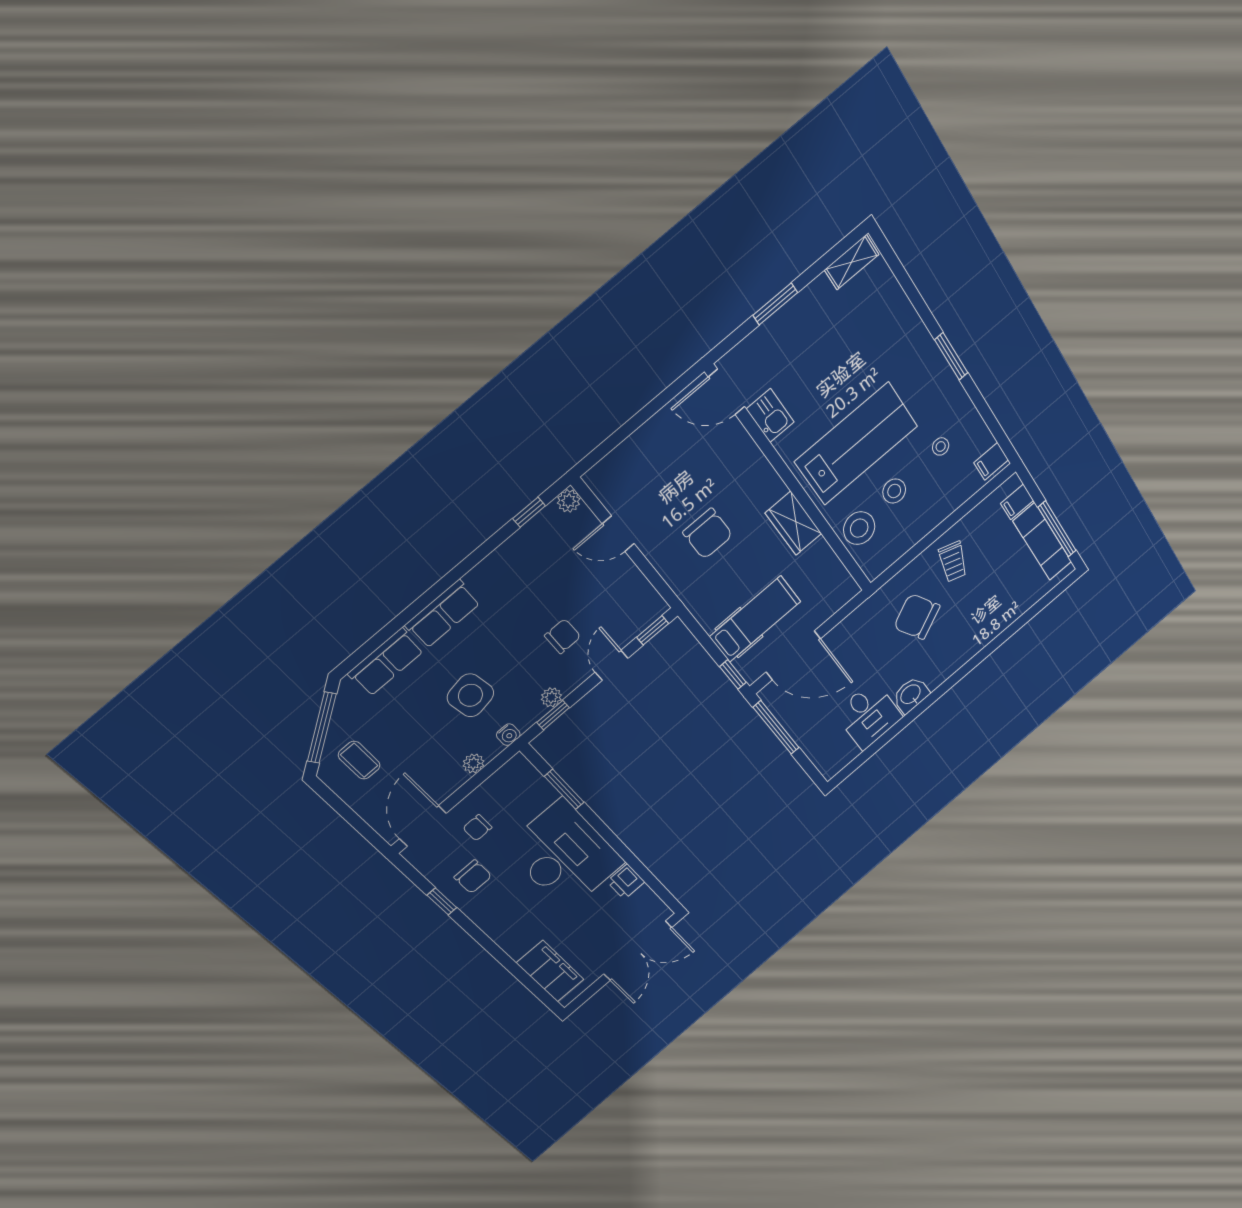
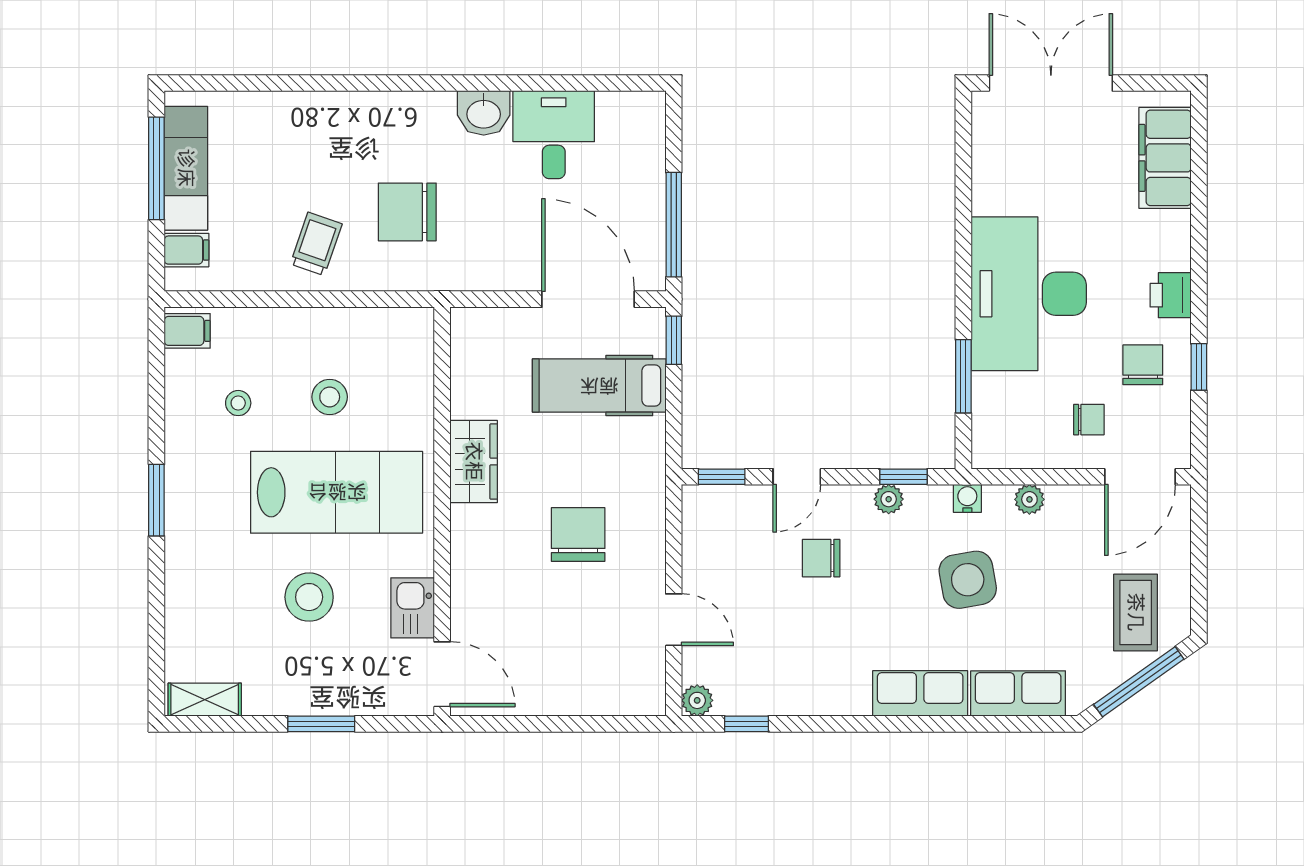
lab bench: (856, 444) -> (337, 492), turned 180
stool: (859, 528) -> (309, 597), moved
chair: (917, 617) -> (407, 212), turned 118
coffee table: (359, 760) -> (1136, 612), width x1.36, depth x1.30
printer: (626, 882) -> (1171, 295), moved, turned 180

